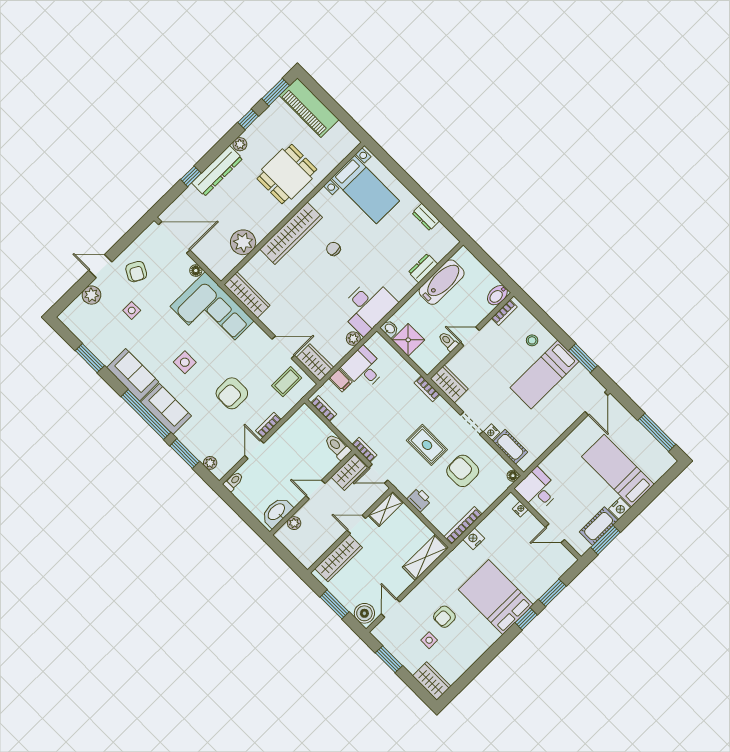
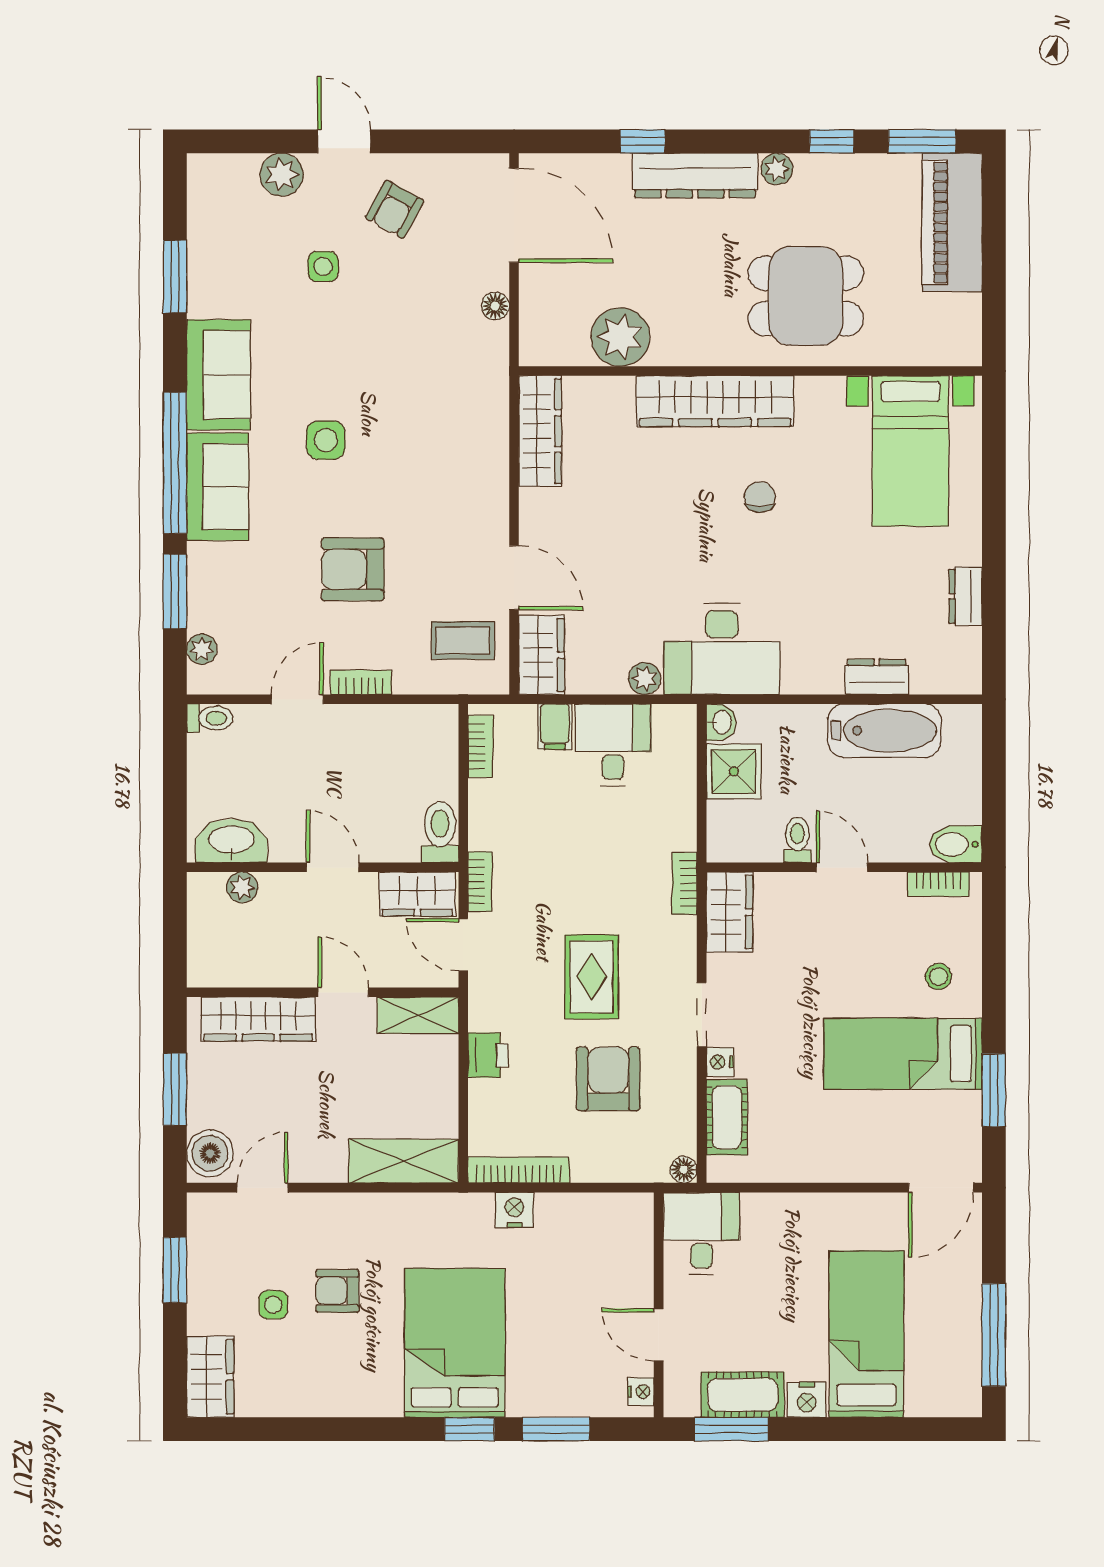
corner sofa: (212, 314) -> (451, 405), removed
nightstand: (520, 509) -> (641, 1391), moved

